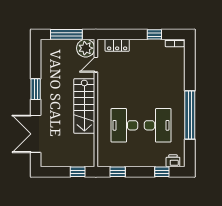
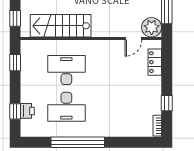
door: (96, 65) -> (133, 39), swing flipped
stairs: (84, 106) -> (61, 26), moved
printer: (173, 161) -> (27, 111), moved

